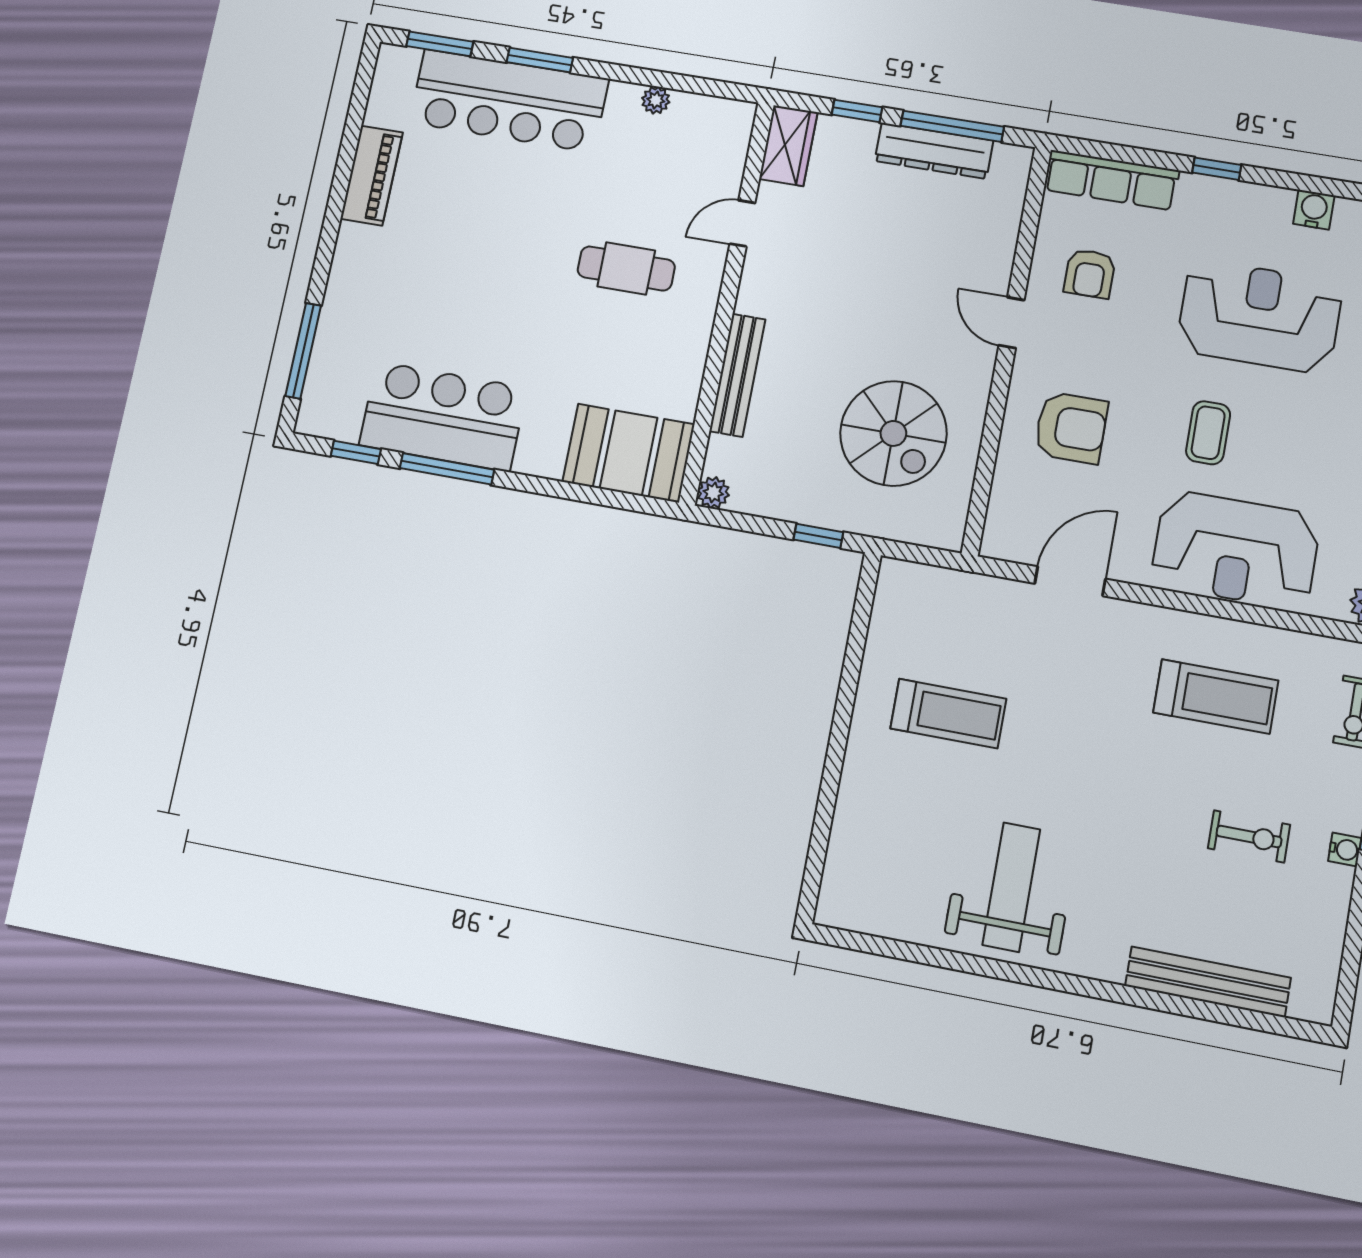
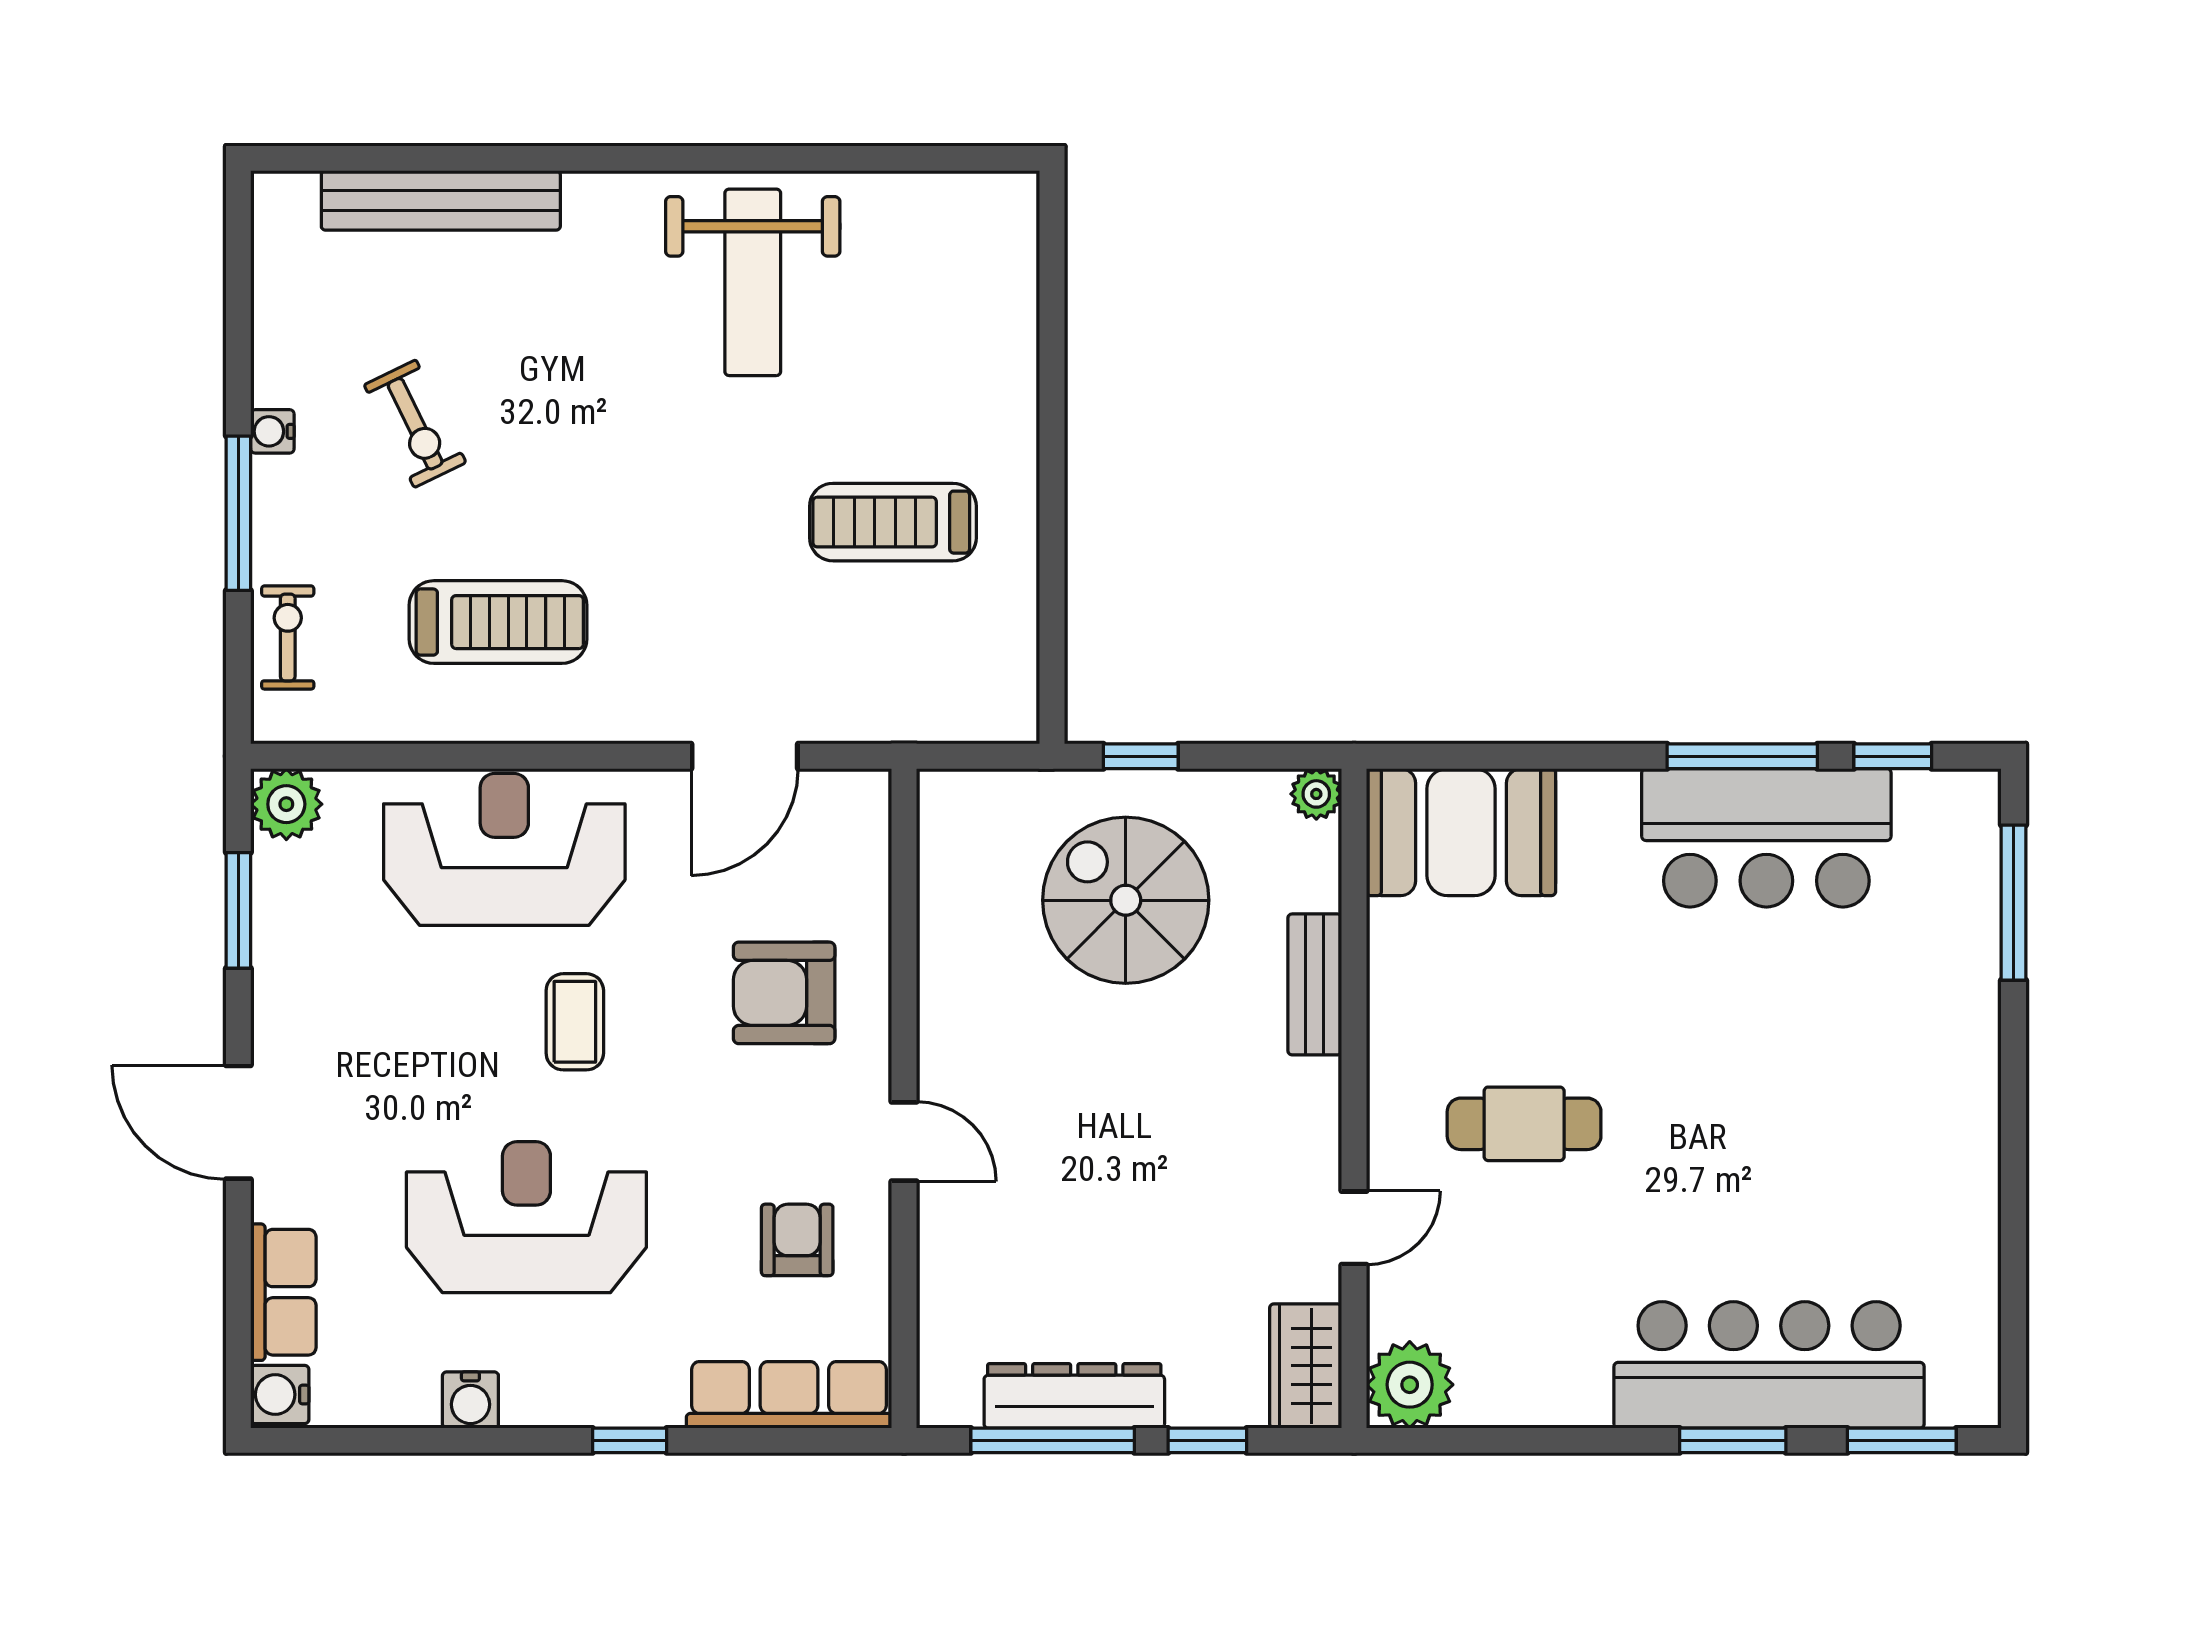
plant: (656, 100) -> (1410, 1385), moved, width x1.88, depth x1.88
piano: (372, 176) -> (1966, 1205), removed
reception desk: (1259, 316) -> (526, 1217), turned 180
bench: (737, 375) -> (1315, 984), width x0.73
spiral stairs: (893, 433) -> (1126, 900), moved
treadmill: (1216, 697) -> (498, 622), turned 180
exercise bike: (1249, 836) -> (415, 424), turned -116

